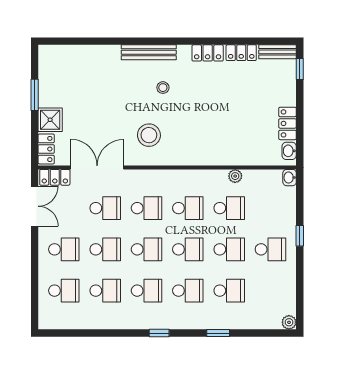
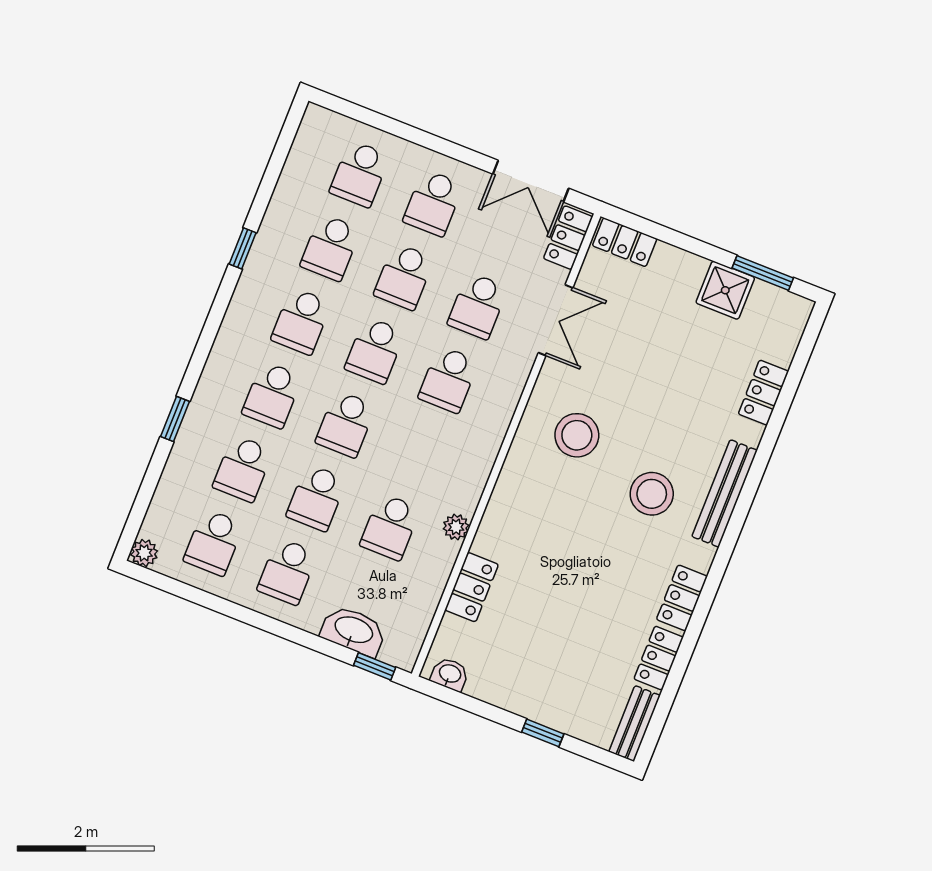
locker: (92, 53) -> (763, 393), added
window: (300, 69) -> (543, 733), moved
stool: (163, 88) -> (652, 494), width x1.89, depth x1.89
window: (35, 95) -> (763, 273), moved
shower: (50, 120) -> (725, 290), moved
locker: (288, 123) -> (472, 587), moved, turned 90
double door: (97, 167) -> (556, 320), width x0.73
plant: (235, 176) -> (456, 527), moved
washbasin: (290, 178) -> (353, 631), moved, width x1.91, depth x1.45
school desk: (188, 208) -> (214, 542), moved
window: (300, 236) -> (375, 666), moved
window: (159, 333) -> (243, 248), moved

